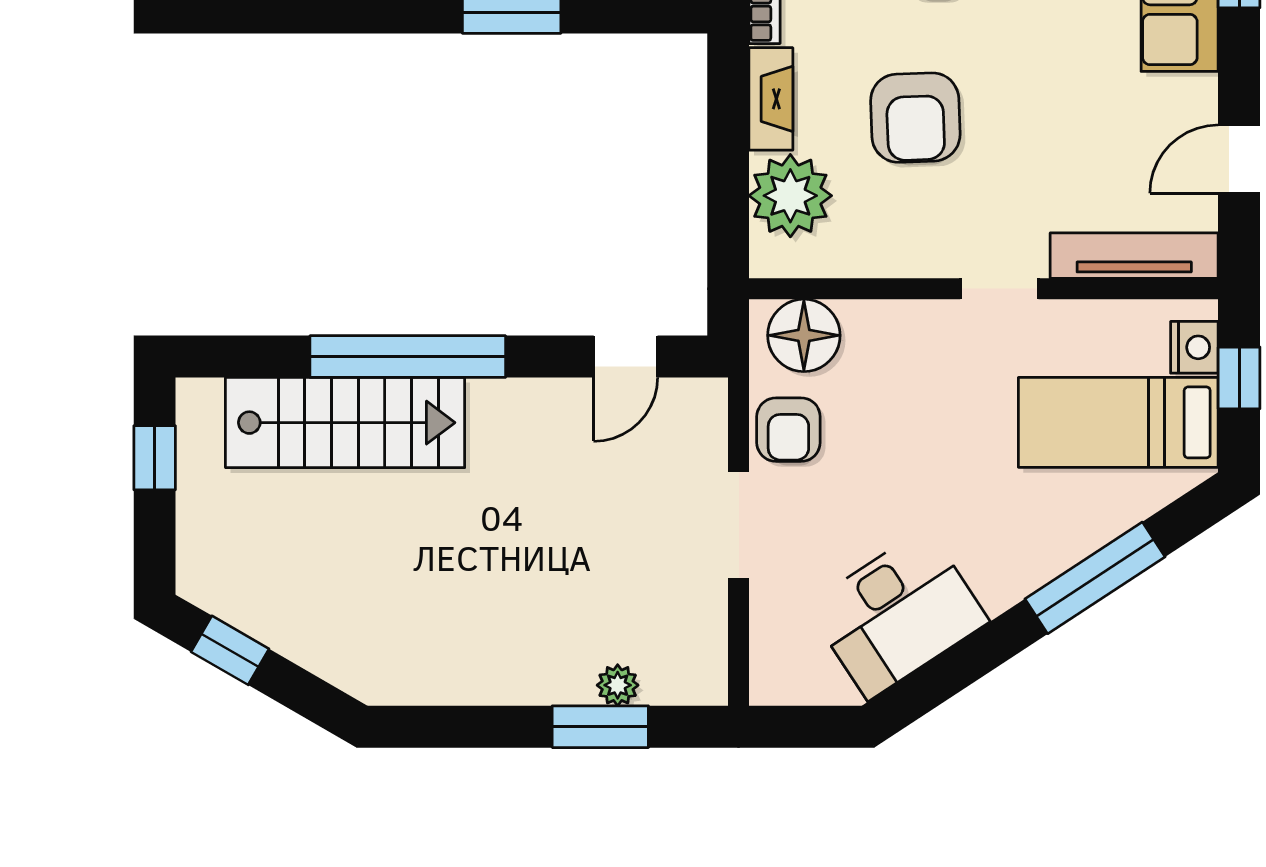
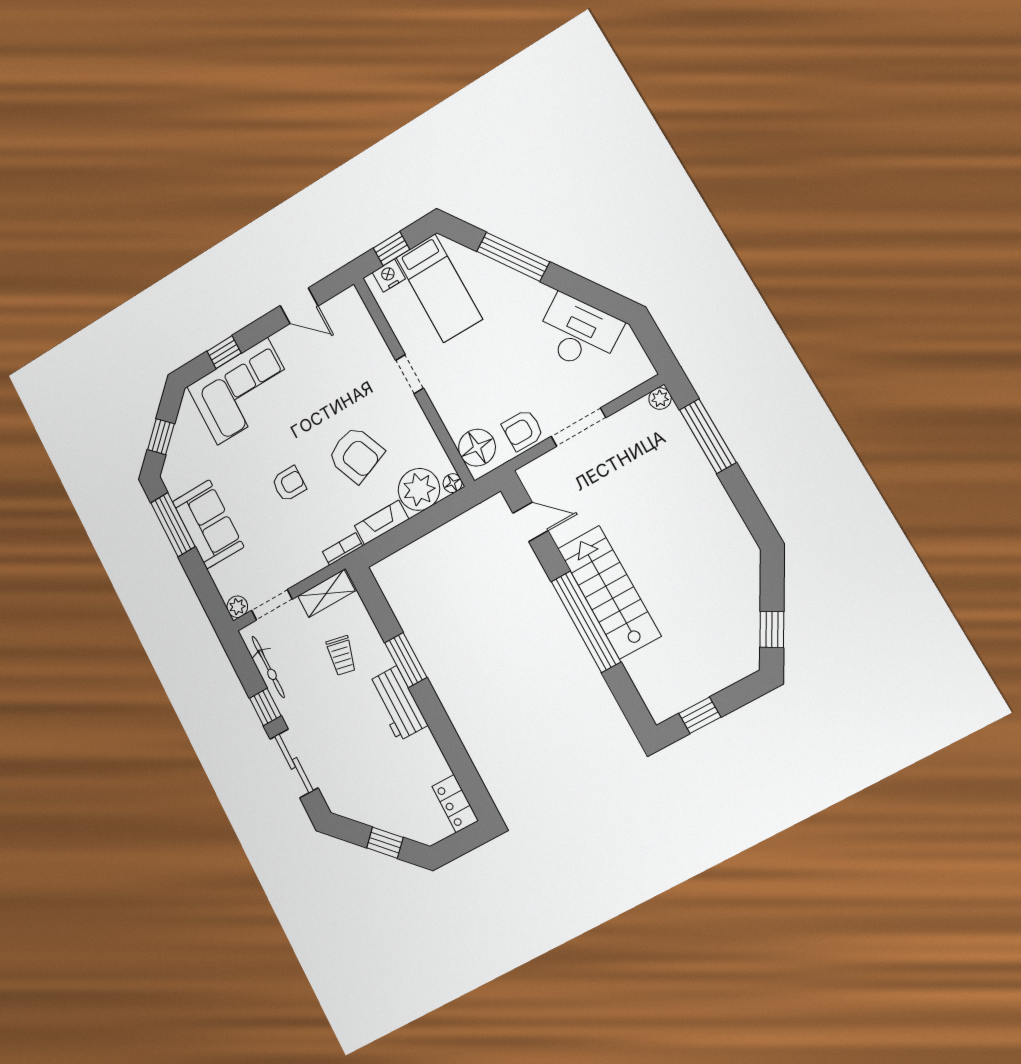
armchair: (915, 118) -> (356, 455), turned 70
tv unit: (1134, 256) -> (364, 325), removed
floor lamp: (768, 260) -> (453, 483), added
stairs: (345, 423) -> (609, 592), moved
armchair: (788, 430) -> (523, 430), turned 180
plant: (618, 685) -> (660, 399), moved
window: (600, 727) -> (708, 436), width x1.44

